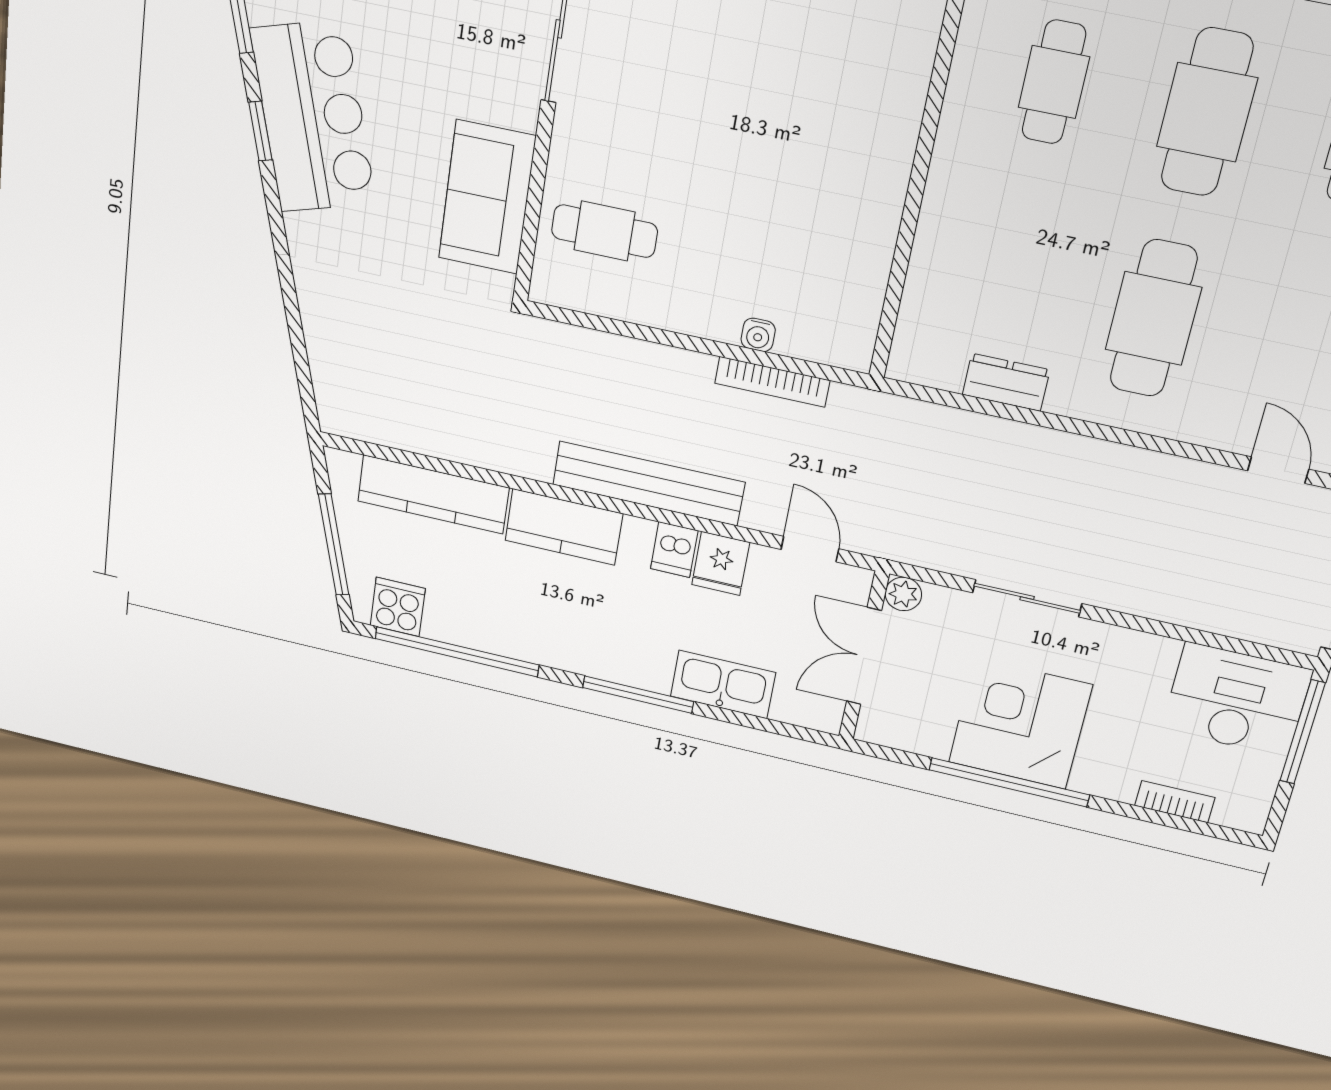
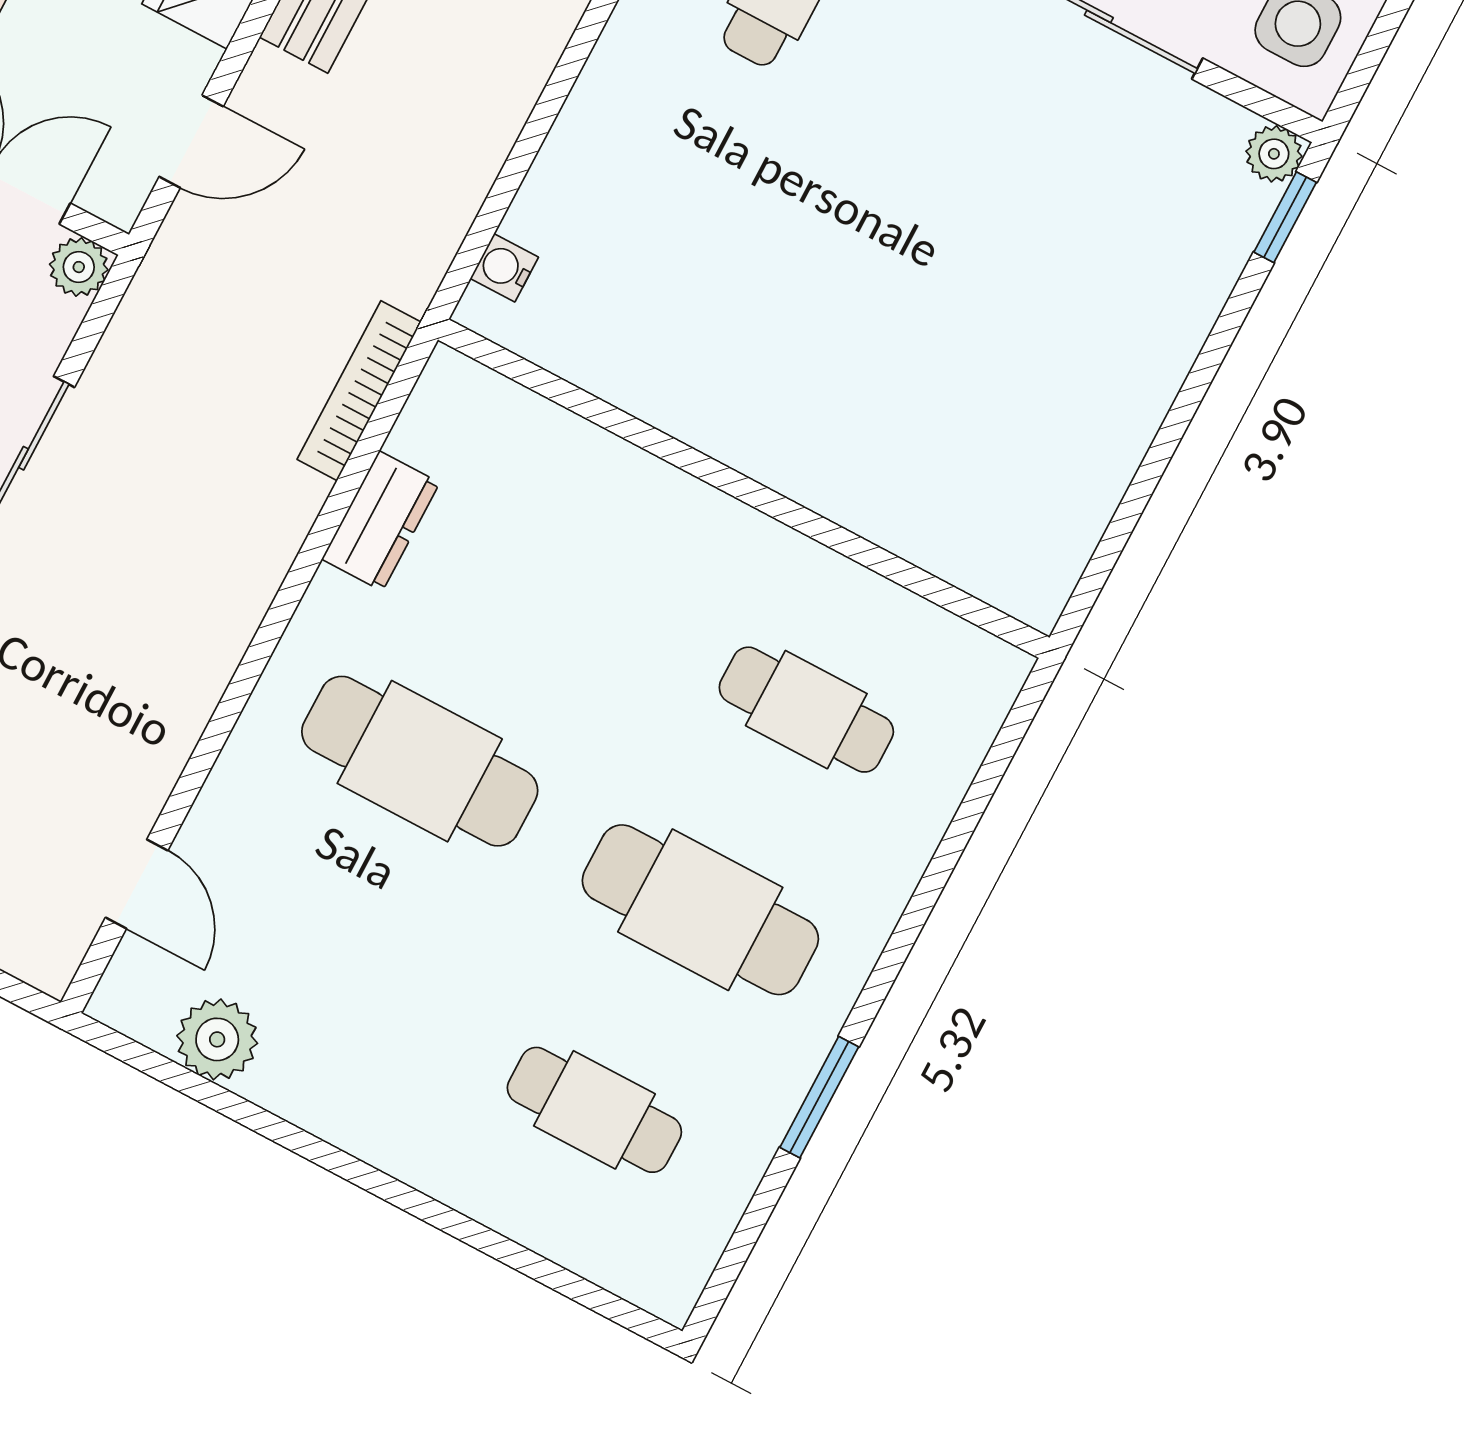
water cooler: (758, 335) -> (504, 268), moved
bookcase: (772, 382) -> (359, 391), moved
door: (1278, 470) -> (137, 884), hinge flipped

